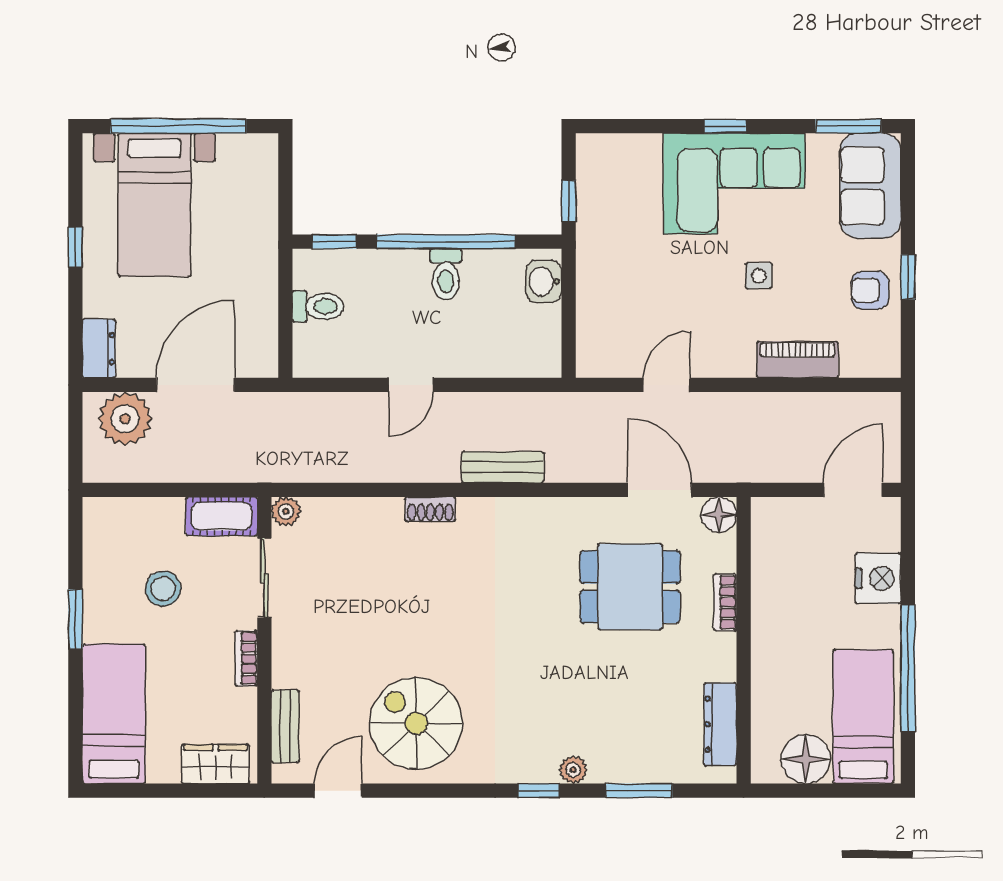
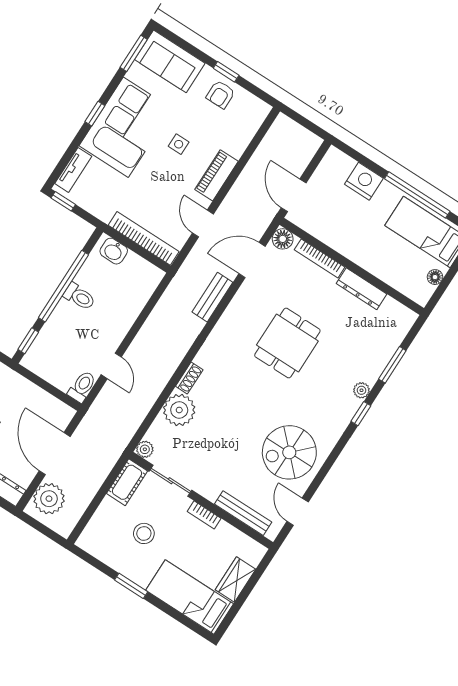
tv unit: (623, 147) -> (73, 170), added
window: (569, 201) -> (63, 201), moved
toilet: (318, 306) -> (82, 387), moved
bookcase: (590, 313) -> (144, 238), added
piano: (798, 360) -> (216, 175), moved
door: (411, 385) -> (111, 366), moved
bench: (503, 467) -> (212, 297), moved
door: (853, 490) -> (294, 195), moved
plant: (375, 525) -> (179, 410), added
dining table: (630, 587) -> (287, 343), moved
bookcase: (725, 602) -> (320, 258), width x1.56
dresser: (720, 724) -> (362, 289), moved
bench: (285, 726) -> (243, 513), width x1.36
floor lamp: (806, 759) -> (435, 277), width x0.53, depth x0.53
wardrobe: (216, 764) -> (236, 579), moved

